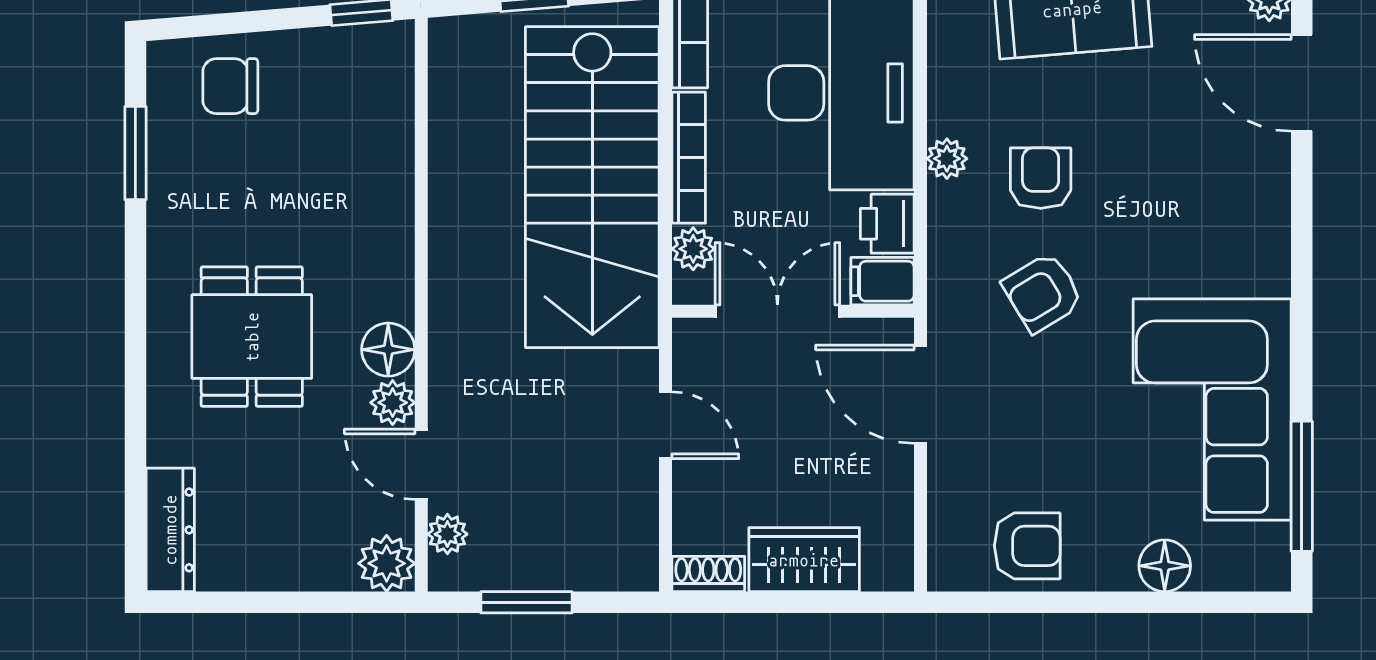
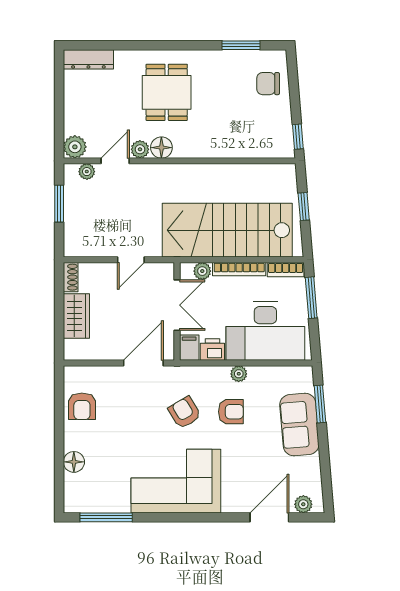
chair: (230, 86) -> (268, 84), turned -90
dining table: (252, 337) -> (167, 92), turned 90
corner sofa: (1212, 409) -> (176, 481), moved

